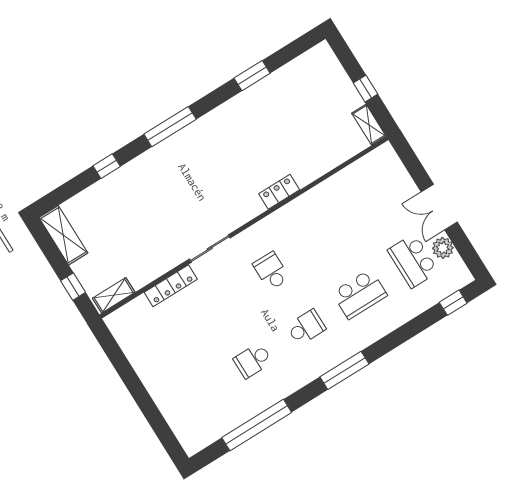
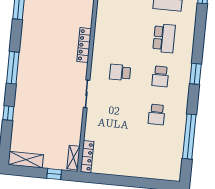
locker: (279, 192) -> (84, 45), width x1.53
locker: (171, 286) -> (87, 157), moved
school desk: (306, 327) -> (160, 76), turned 180
window: (344, 370) -> (195, 74), width x0.69

